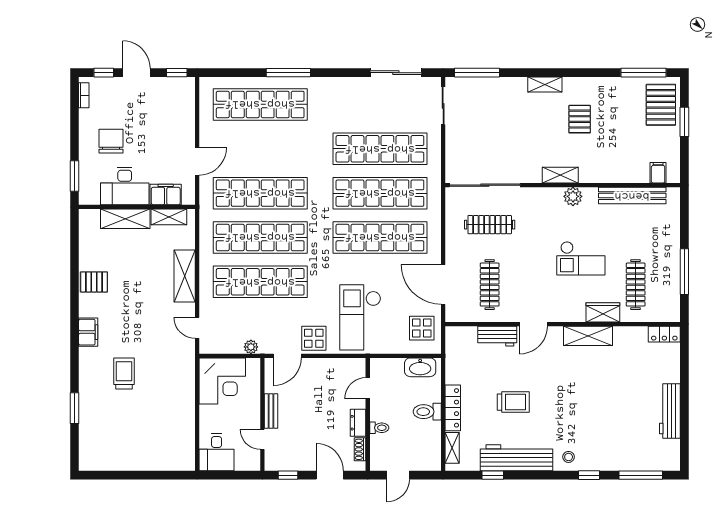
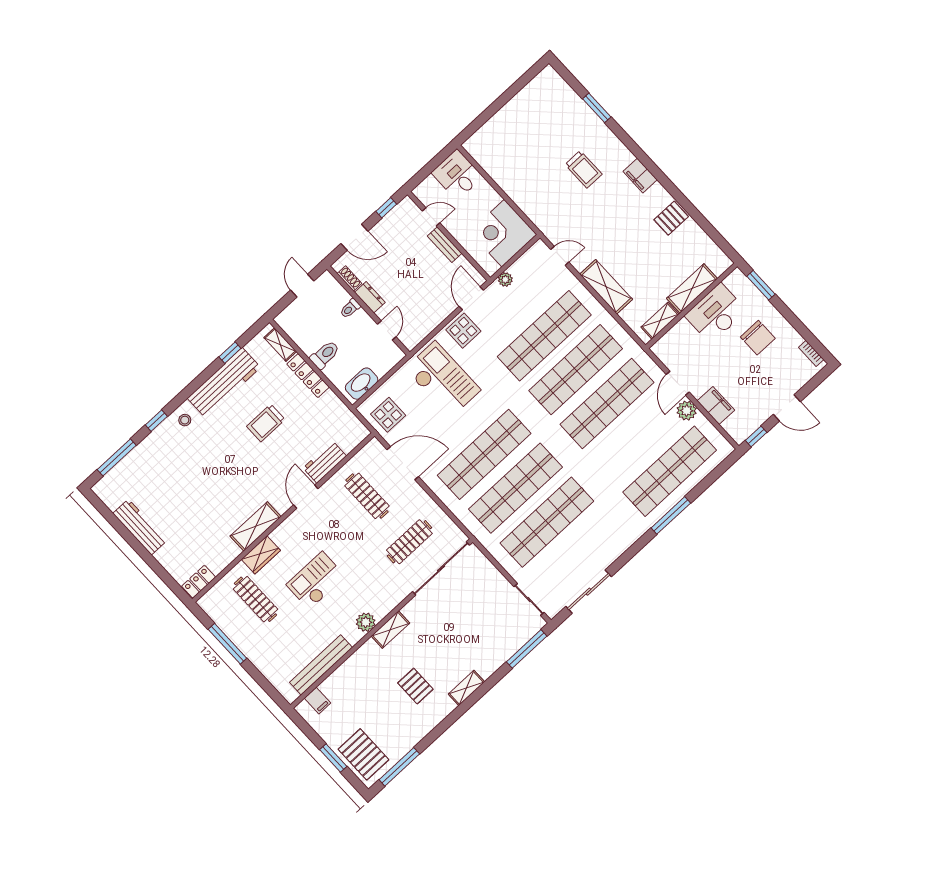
window: (104, 73) -> (812, 385), removed
plant: (209, 136) -> (687, 411), added
filing cabinet: (166, 195) -> (716, 405), moved, turned -90

